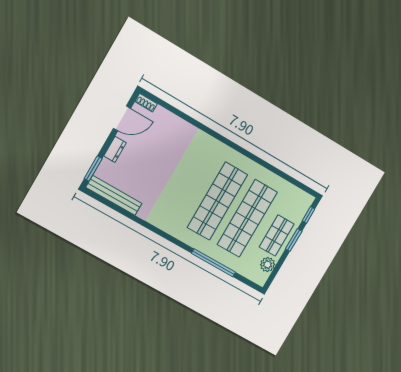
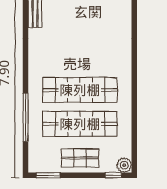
window: (294, 240) -> (48, 175), moved
plant: (268, 265) -> (124, 165), moved

